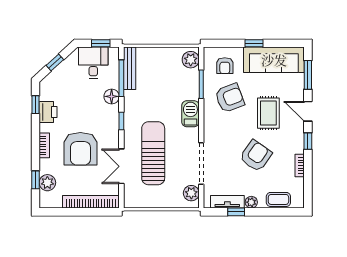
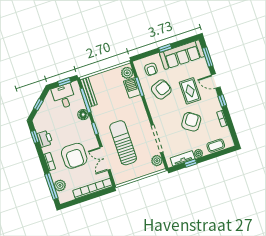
barbecue: (190, 114) -> (132, 88), moved
window: (36, 180) -> (51, 186), width x2.17

